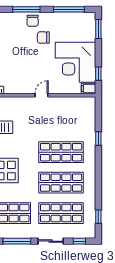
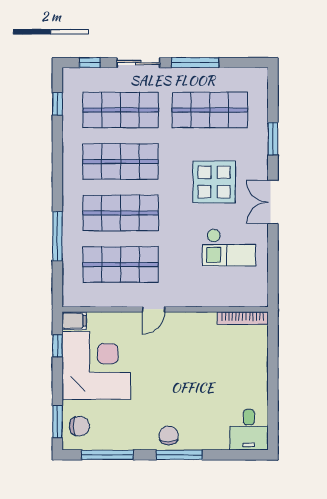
chair: (43, 38) -> (79, 426), moved
shop shelf: (61, 122) -> (121, 265), added
window: (98, 139) -> (57, 236), width x2.17

